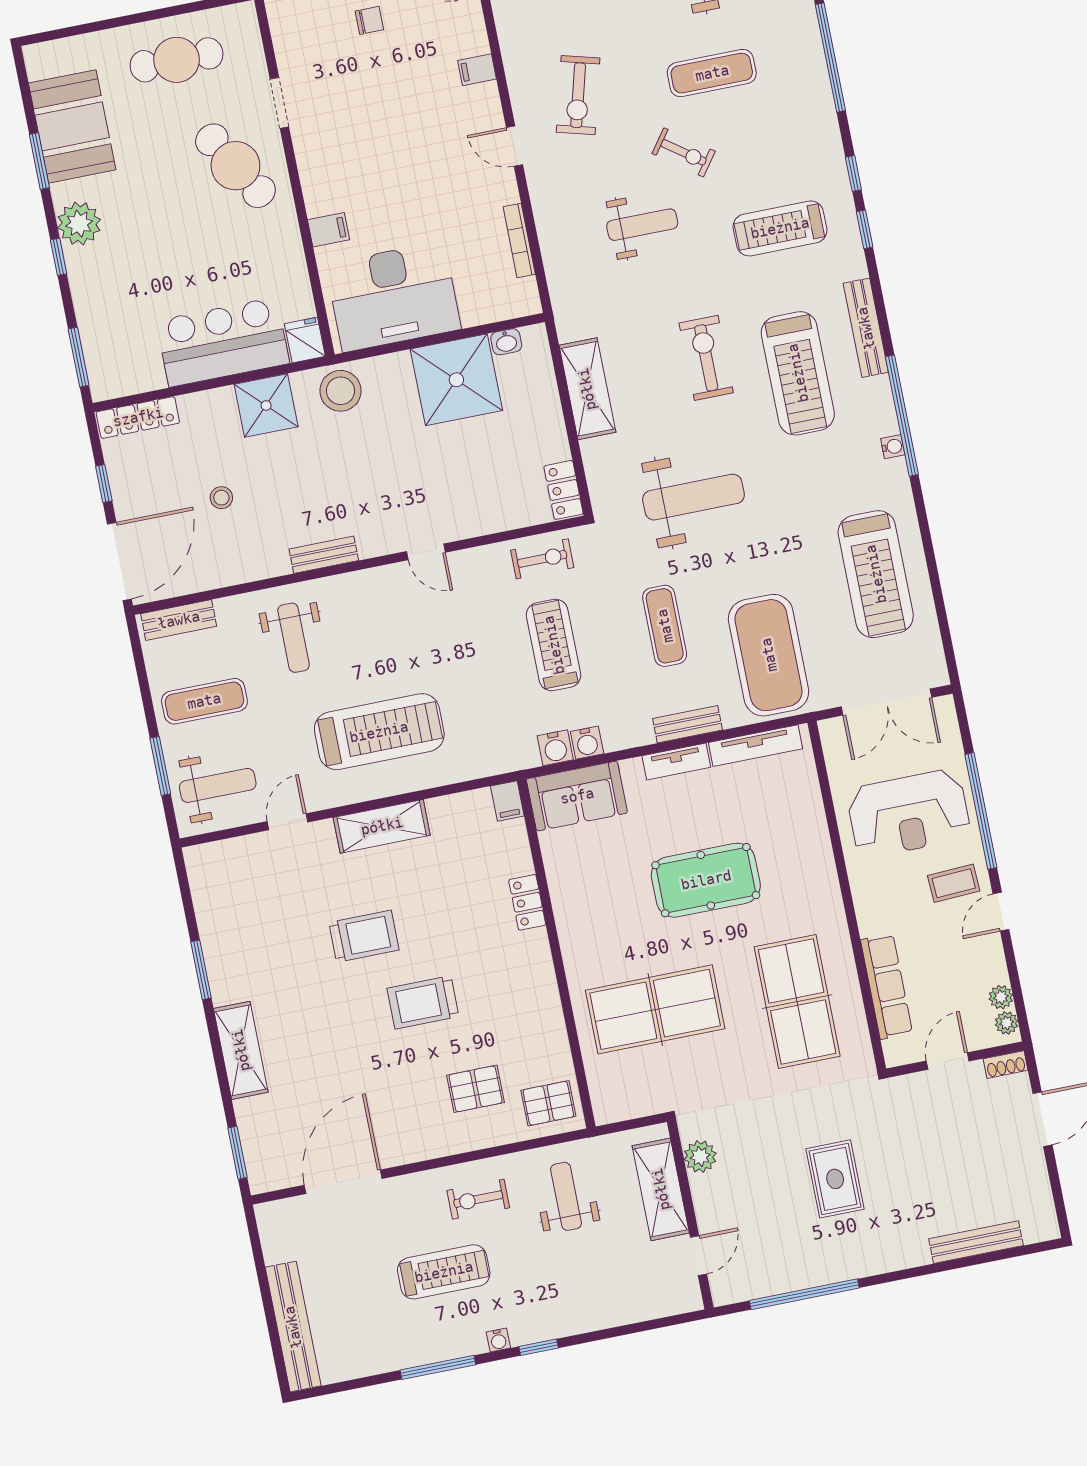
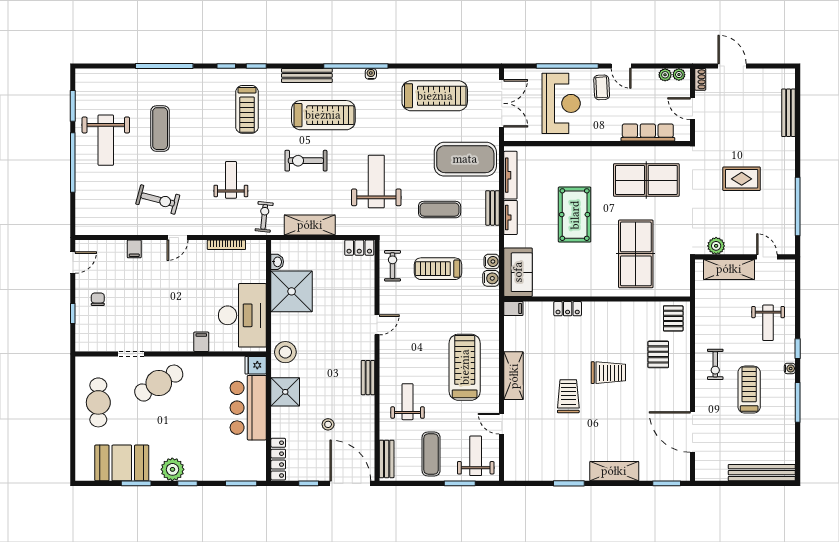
exercise bike: (684, 152) -> (264, 217), moved, turned -30
weight bench: (294, 638) -> (408, 402), turned -90
trolley: (423, 1002) -> (608, 373), turned -90
weight bench: (566, 1196) -> (768, 323), moved, turned -90

